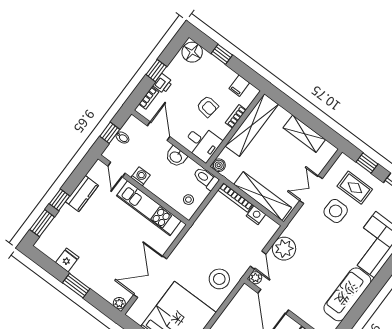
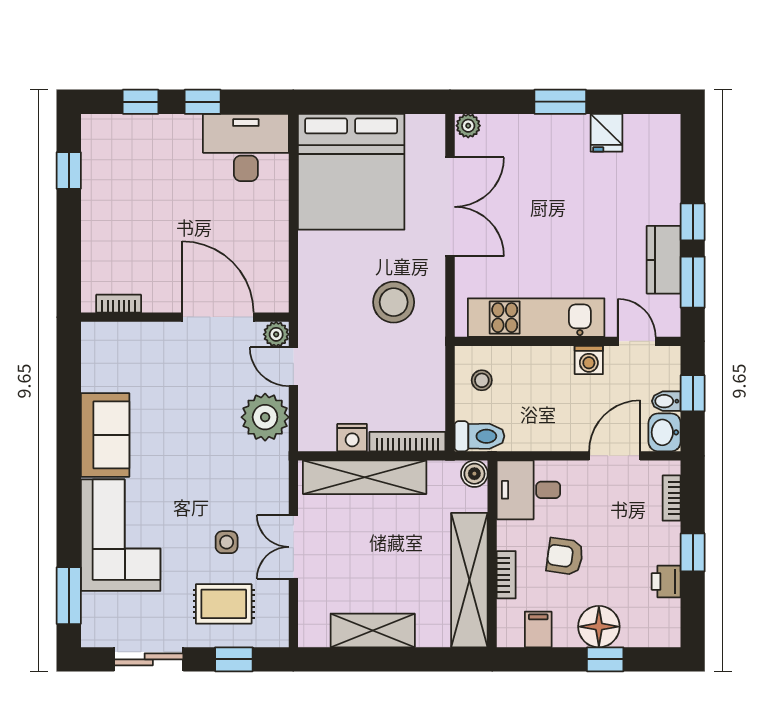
floor lamp: (192, 52) -> (599, 627), moved
printer: (163, 84) -> (666, 581), moved
door: (159, 131) -> (615, 456), swing flipped
washbasin: (176, 157) -> (665, 432), moved, turned -90
double door: (311, 190) -> (293, 547), swing flipped
side table: (336, 211) -> (227, 542), width x0.54, depth x0.54
window: (42, 223) -> (693, 282), moved
stool: (219, 279) -> (394, 302), moved
sofa: (347, 294) -> (105, 435), width x0.73

